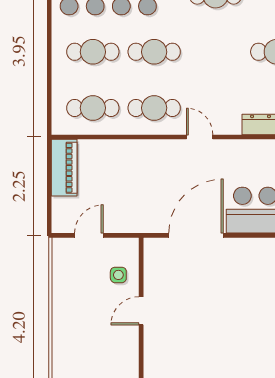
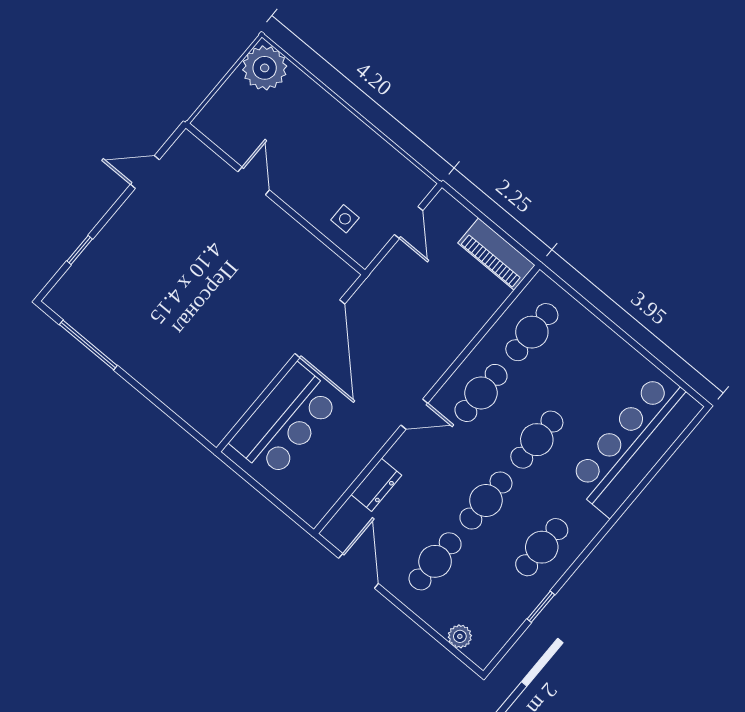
cafe table: (93, 52) -> (486, 500), moved
door: (141, 311) -> (254, 181), moved

